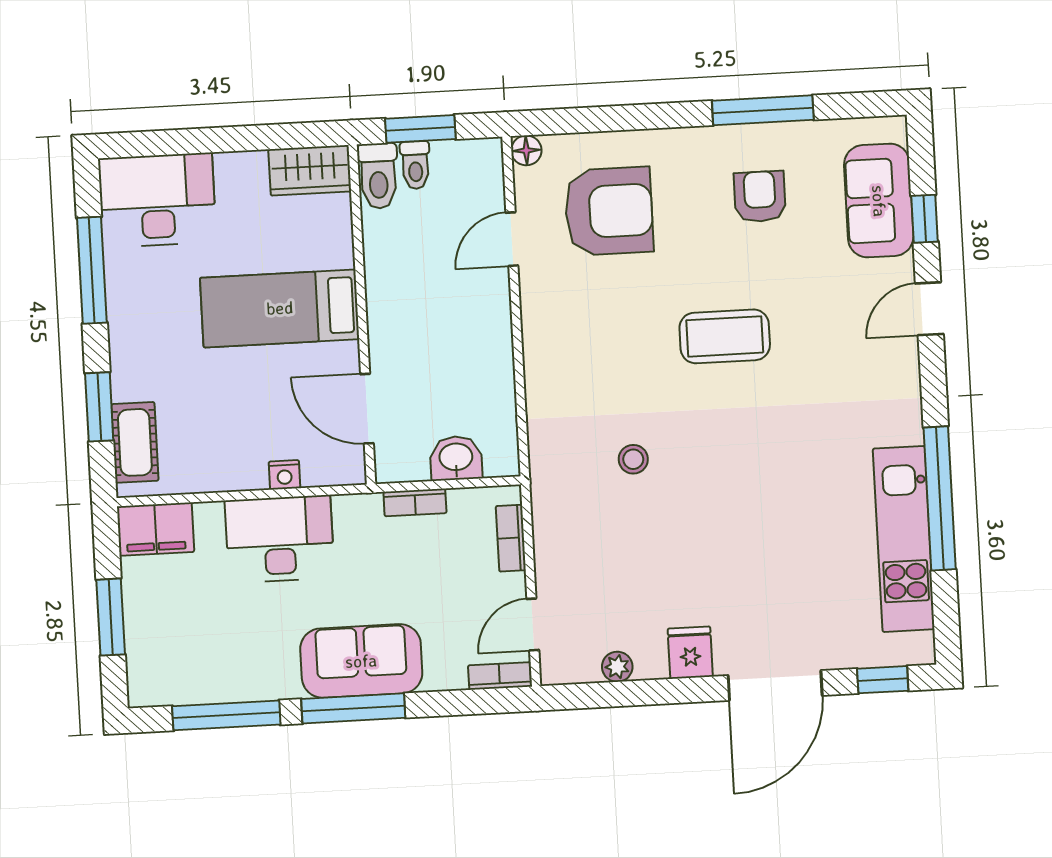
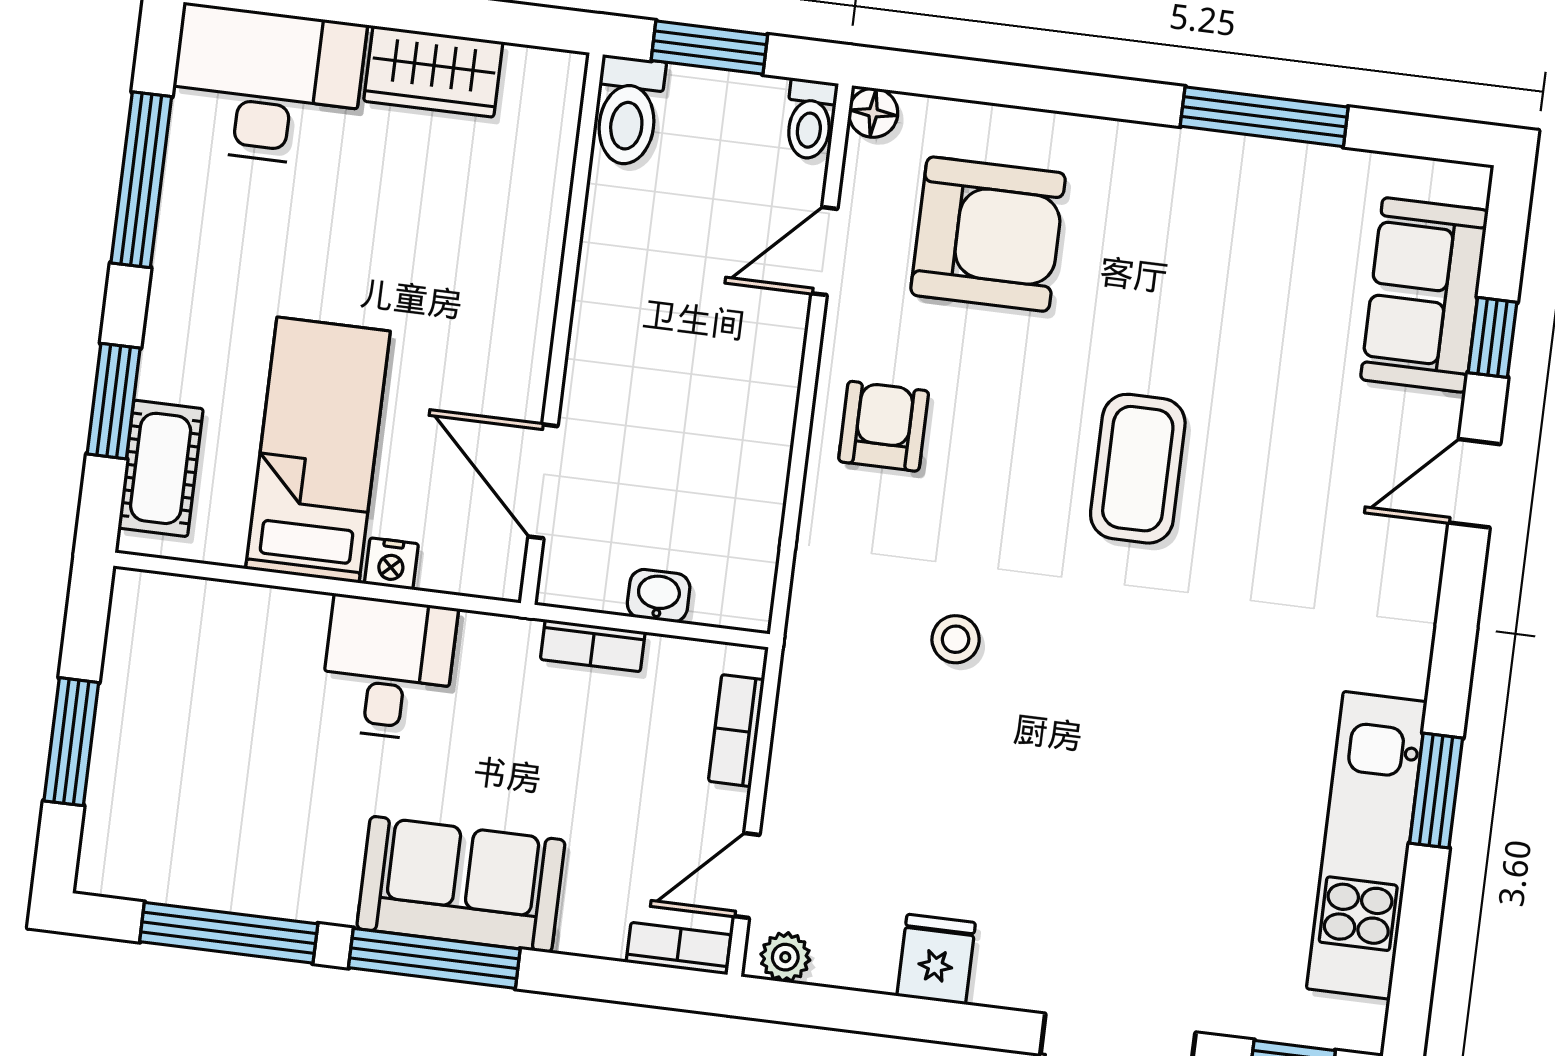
toilet: (415, 165) -> (810, 119), moved
wardrobe: (310, 170) -> (433, 71), moved
armchair: (760, 197) -> (884, 426), moved
bed: (280, 308) -> (318, 450), moved, turned 90
coffee table: (725, 336) -> (1138, 469), turned 90
washbasin: (456, 458) -> (659, 596), width x0.72, depth x0.69
window: (940, 498) -> (1436, 791), width x0.47
filing cabinet: (155, 529) -> (169, 613), removed
desk: (280, 539) -> (388, 668), width x0.73
fridge: (690, 653) -> (936, 959), moved
plant: (617, 667) -> (785, 957), moved

